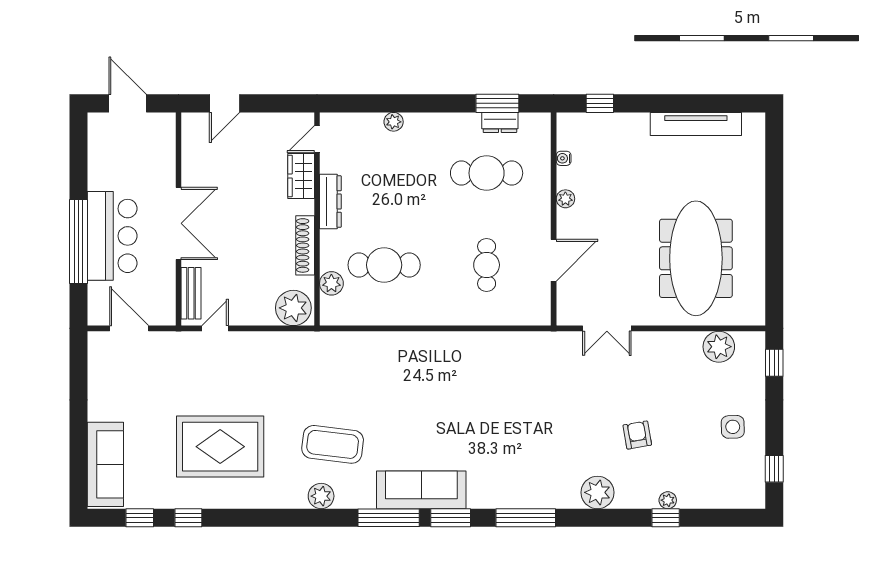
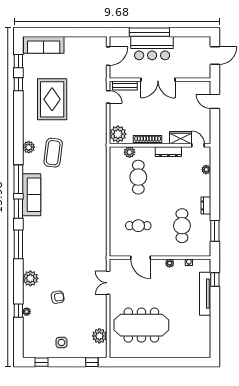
plant: (394, 122) -> (206, 170), moved
dresser: (500, 122) -> (206, 205), moved
tv unit: (696, 124) -> (205, 294), moved

